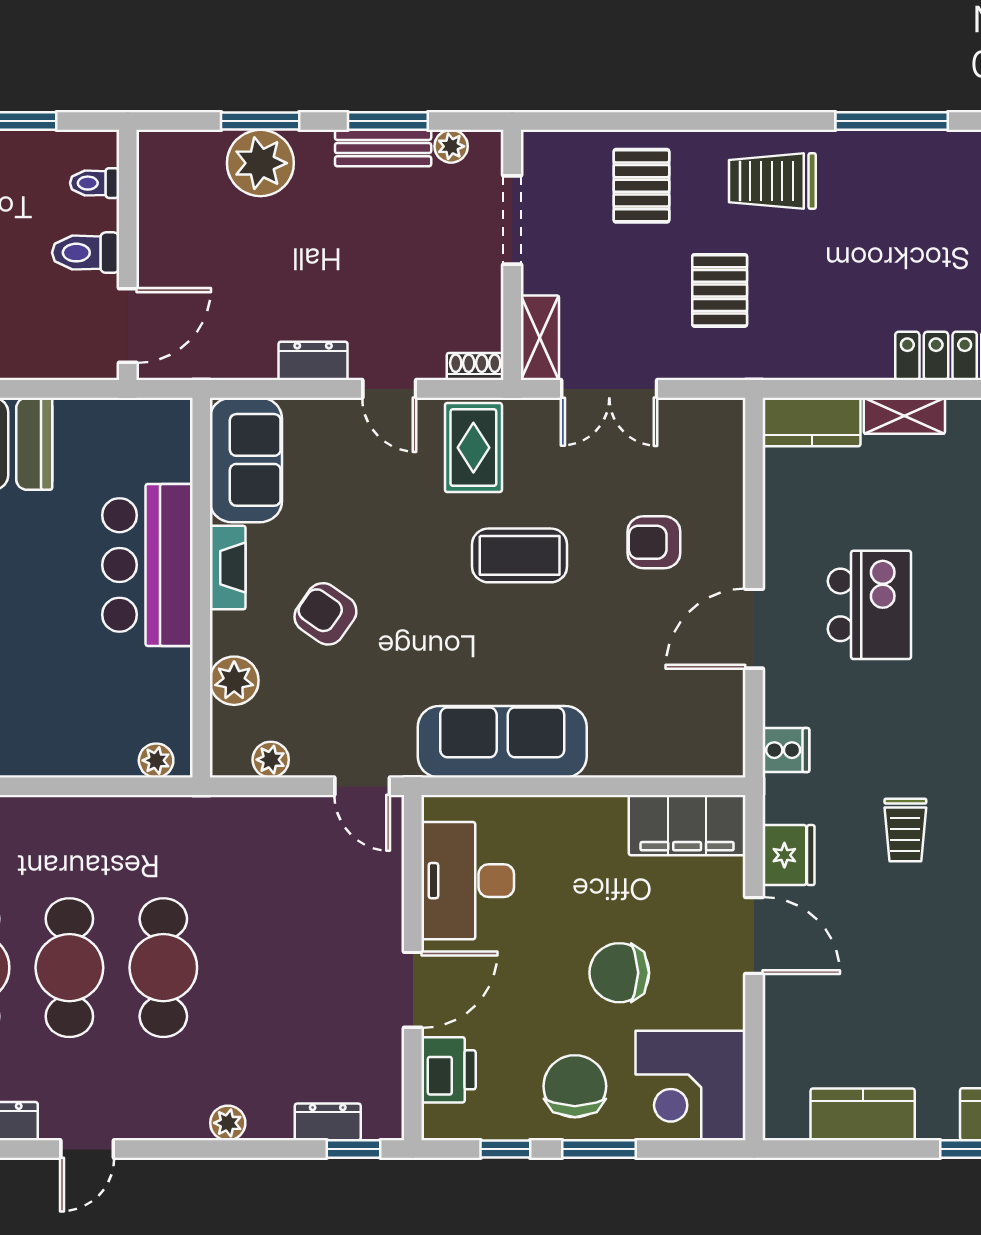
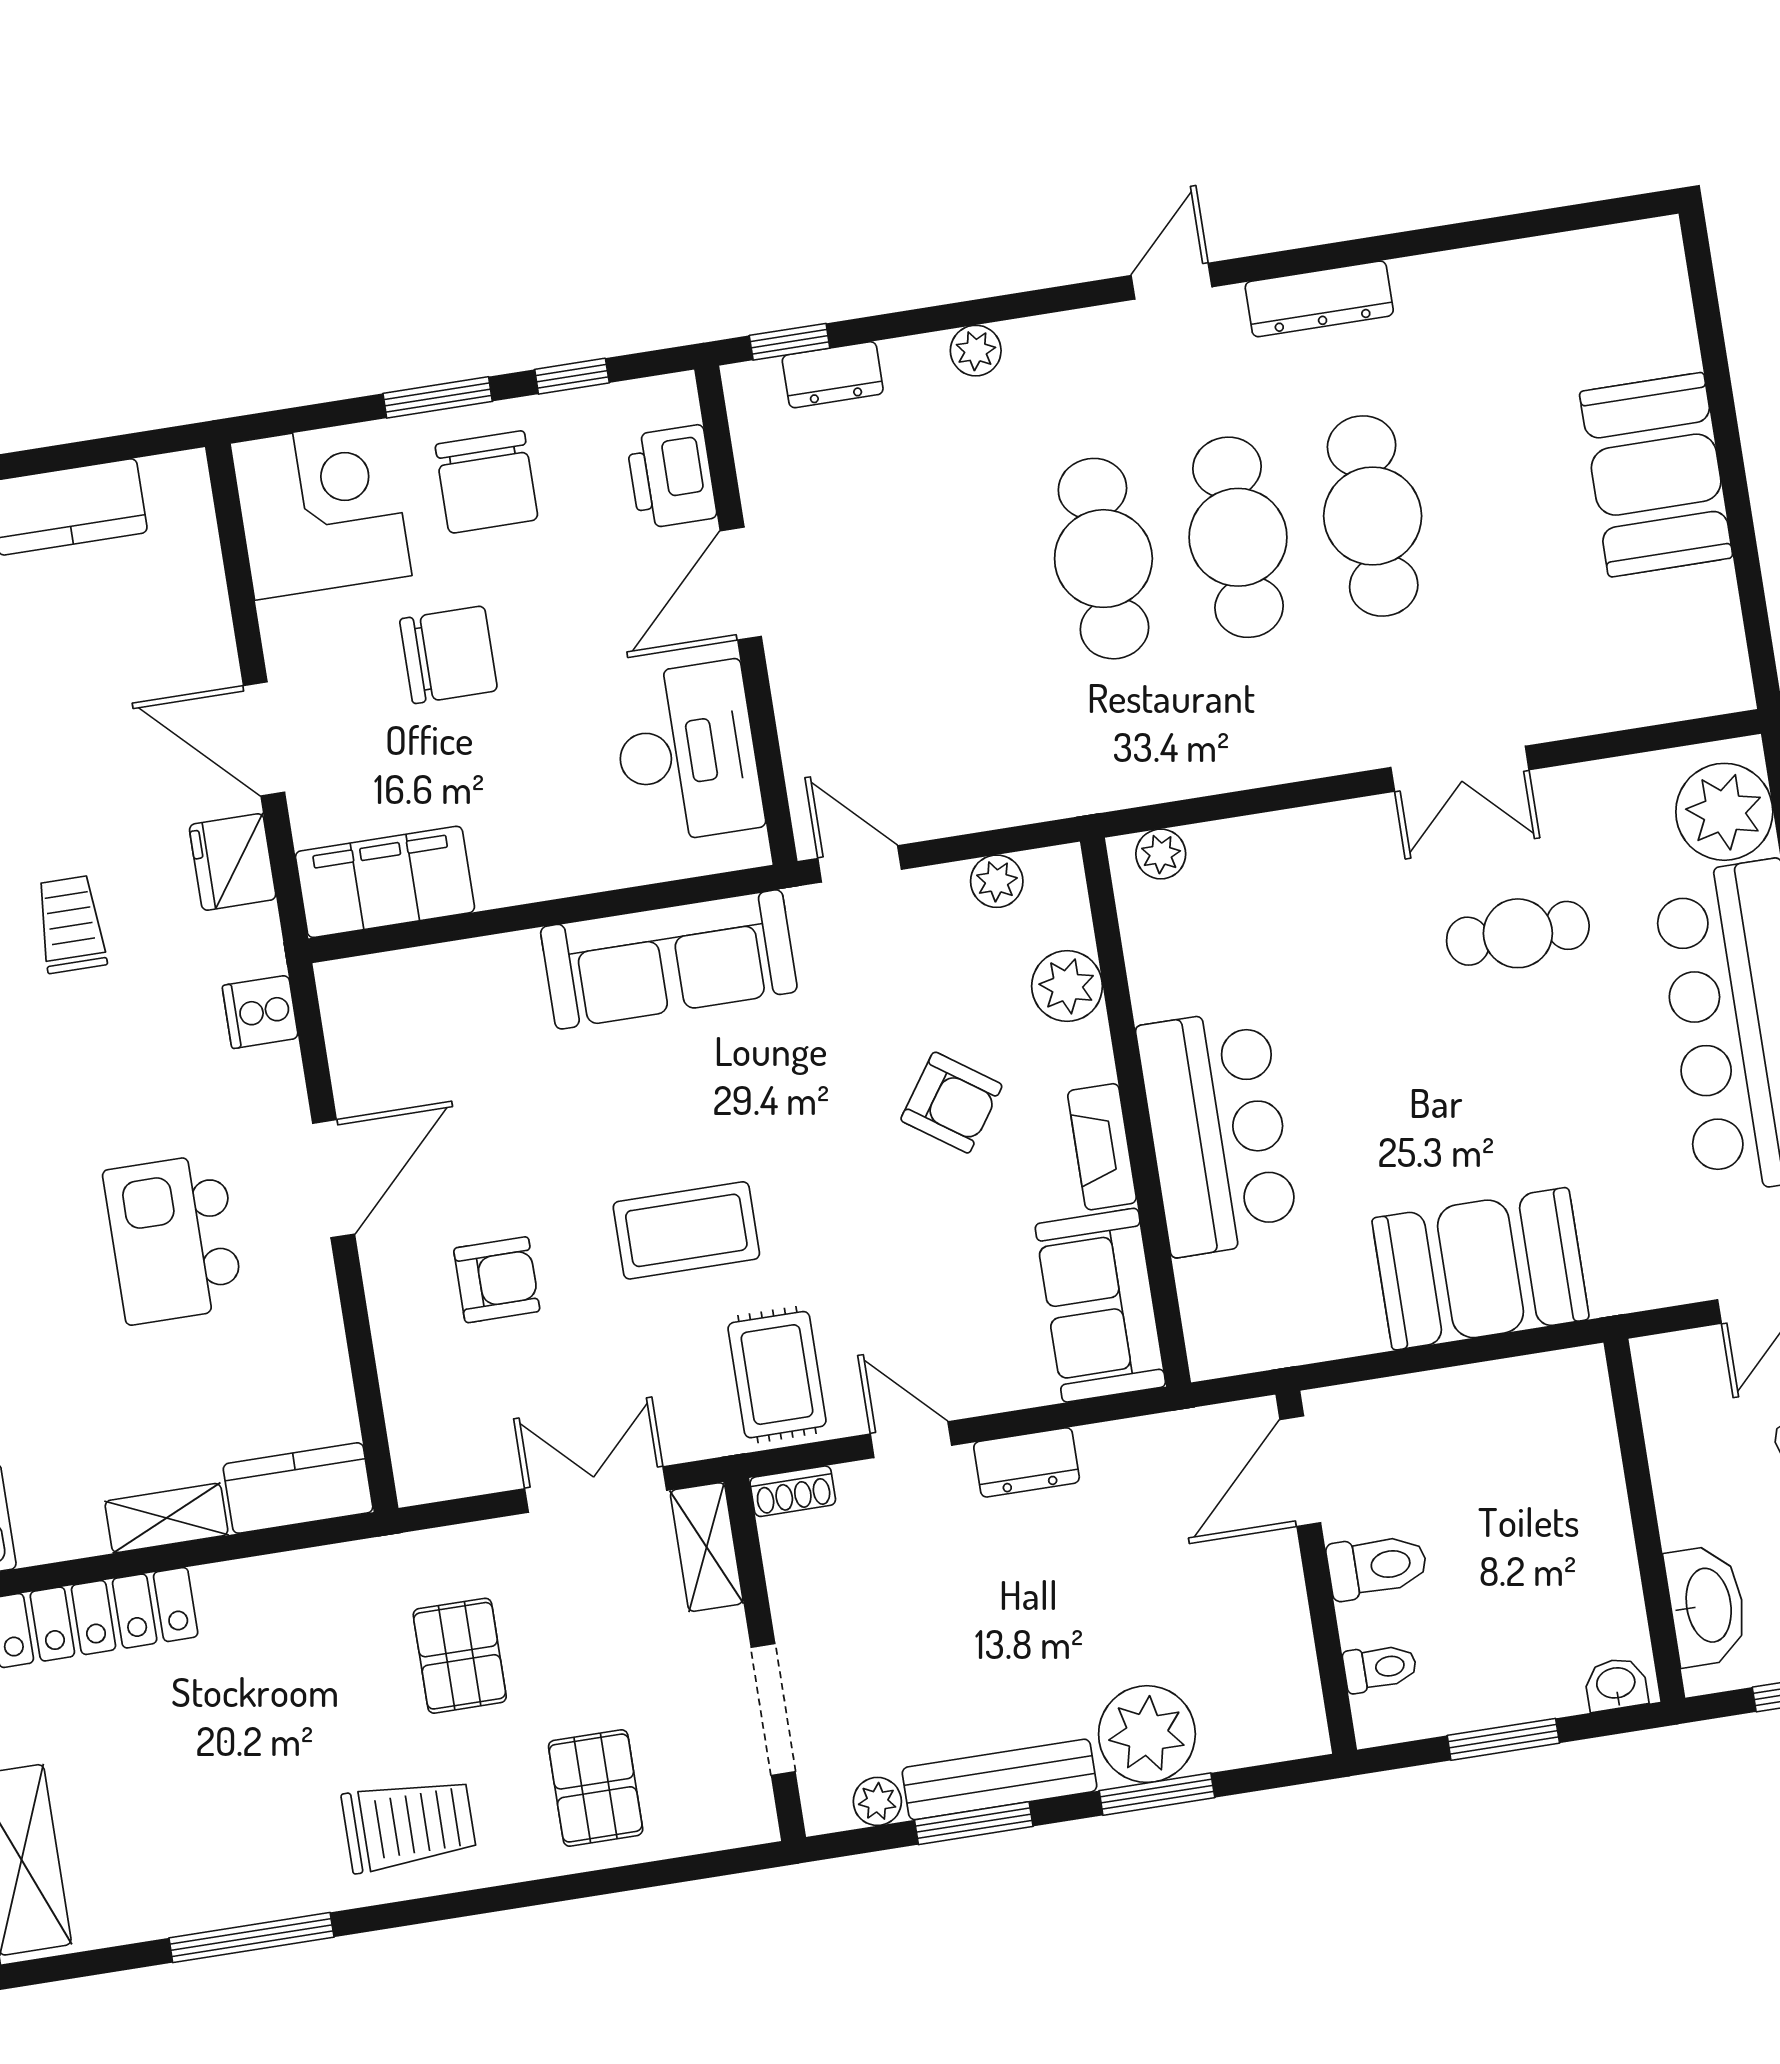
bench: (383, 148) -> (1000, 1779), width x1.36

